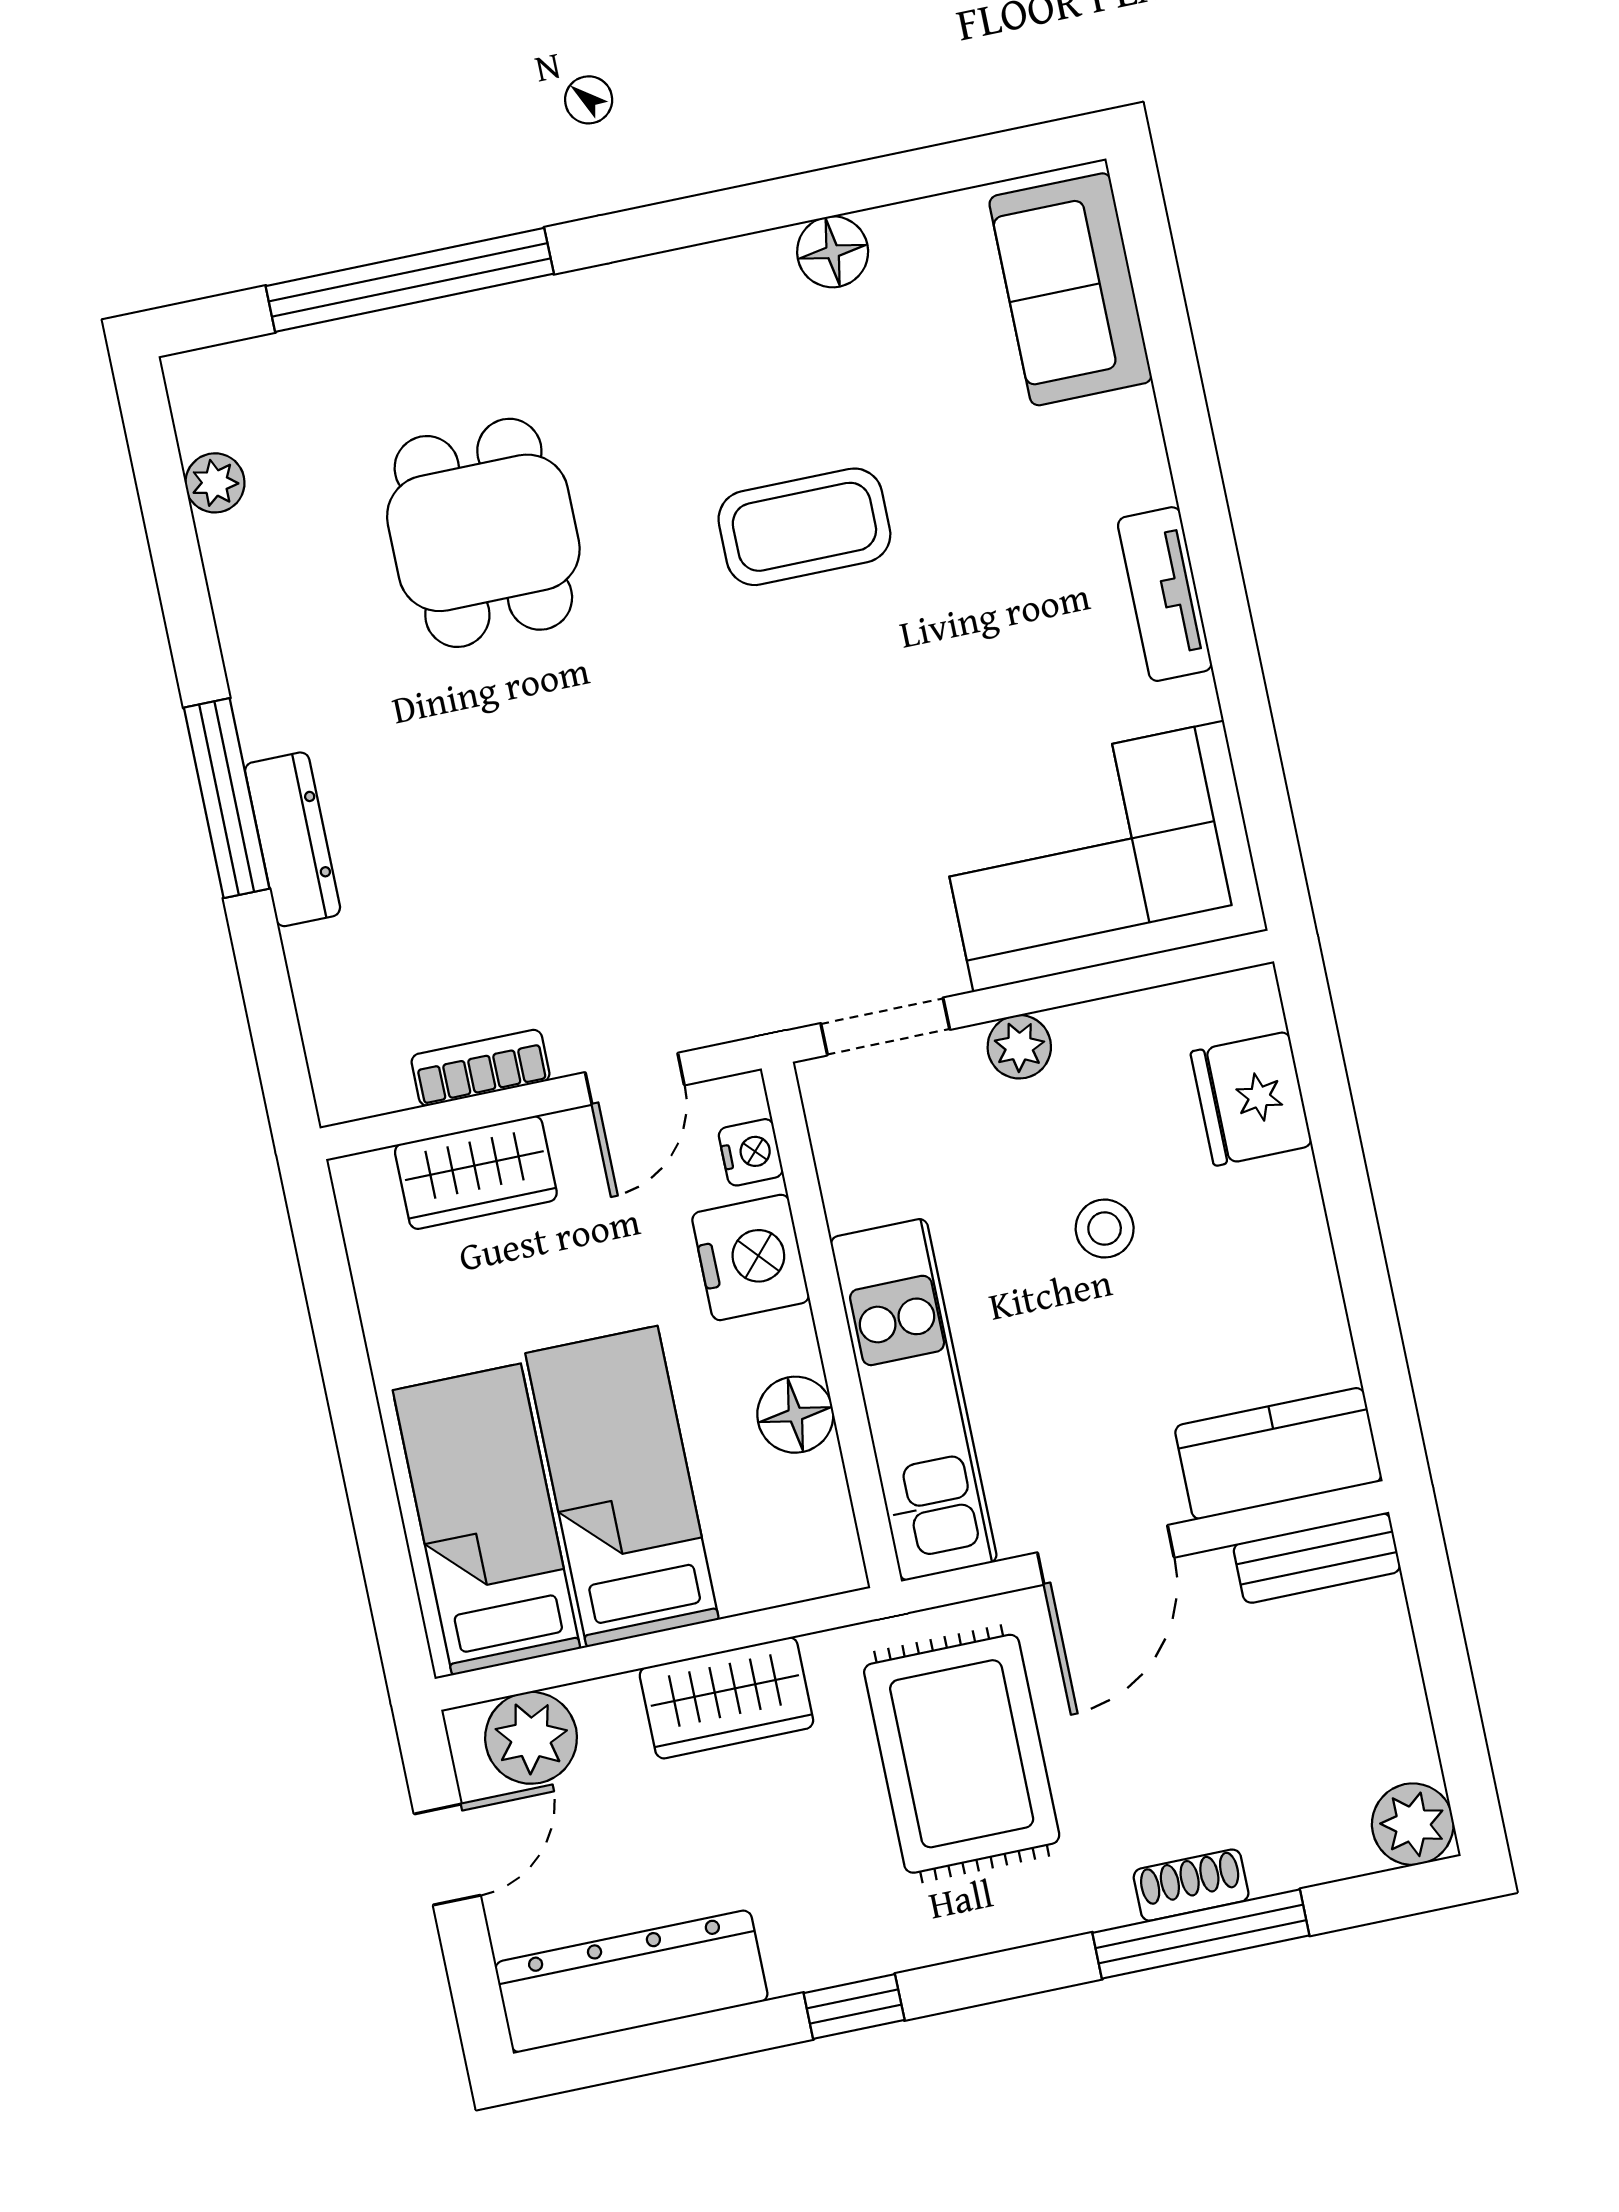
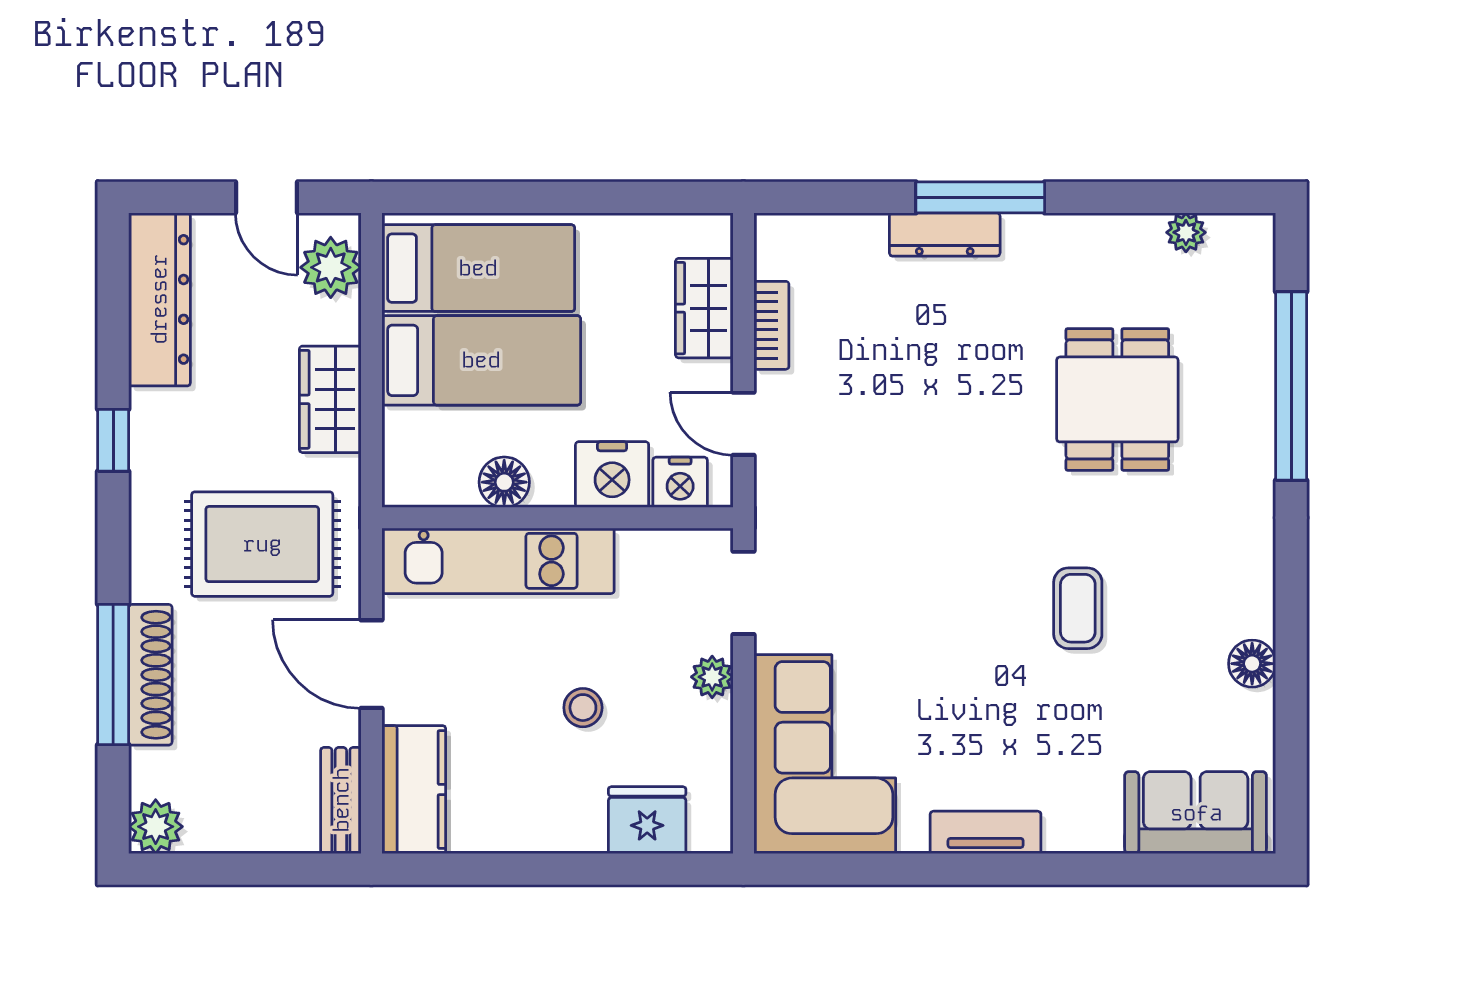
coffee table: (804, 527) -> (1078, 608), width x0.73, depth x0.77
dining table: (483, 533) -> (1117, 399), turned 90
nightstand: (751, 1152) -> (680, 482), width x1.39, depth x1.35
shoe rack: (1191, 1885) -> (150, 675), width x1.94, depth x1.24

